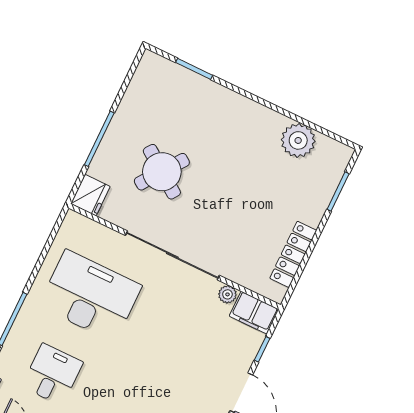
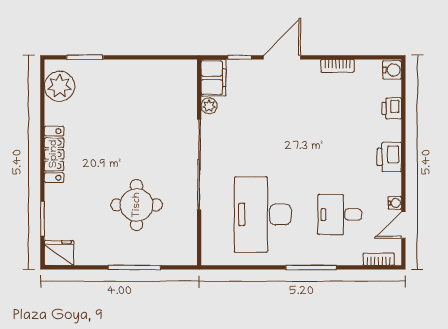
plant: (298, 140) -> (60, 86), moved
round table: (162, 172) -> (137, 205), turned -36
fridge: (90, 195) -> (59, 253), moved
locker: (293, 254) -> (54, 154), moved, turned -90

